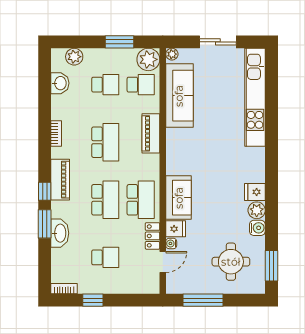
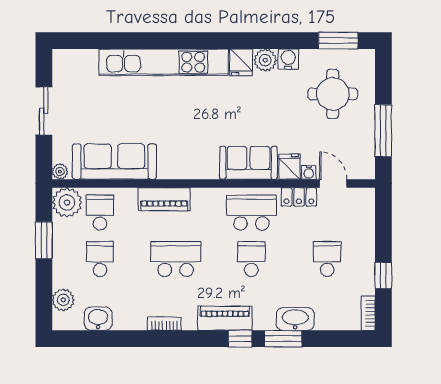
kitchen unit: (255, 97) -> (164, 62), moved
school desk: (105, 200) -> (251, 259), width x0.54

